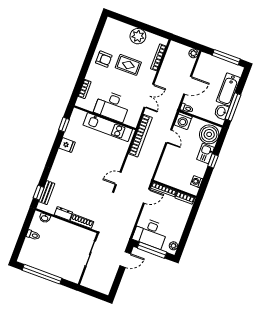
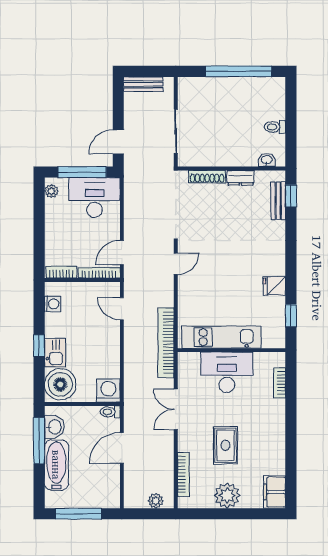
filing cabinet: (110, 28) -> (275, 492), added
plant: (194, 53) -> (156, 501), moved
armchair: (104, 59) -> (267, 440), removed
rug: (128, 65) -> (225, 445), turned 90
door: (169, 136) -> (122, 309), moved
bench: (99, 287) -> (143, 84), added

